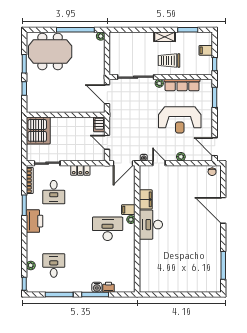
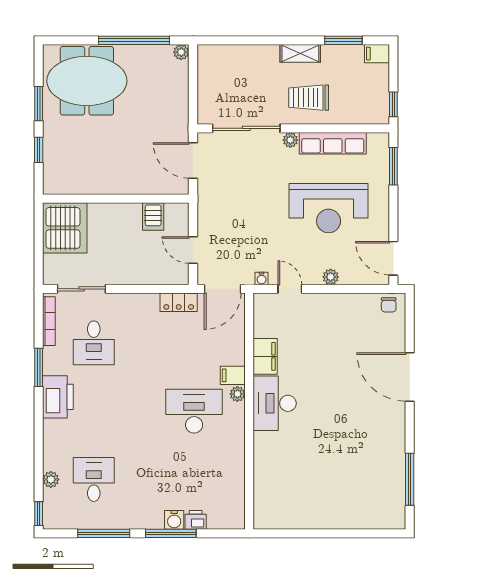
filing cabinet: (206, 50) -> (377, 54), moved
server rack: (99, 124) -> (153, 217), moved
locker: (80, 170) -> (179, 302), moved

